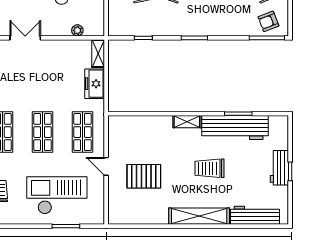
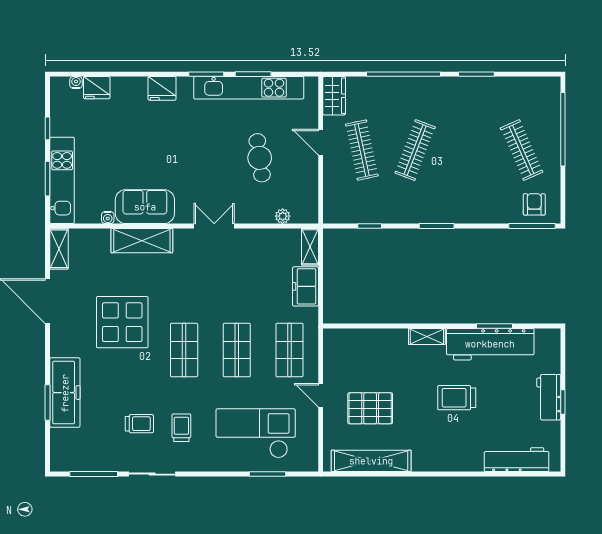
armchair: (268, 21) -> (534, 204), turned 111
shelving: (199, 216) -> (371, 461), moved

